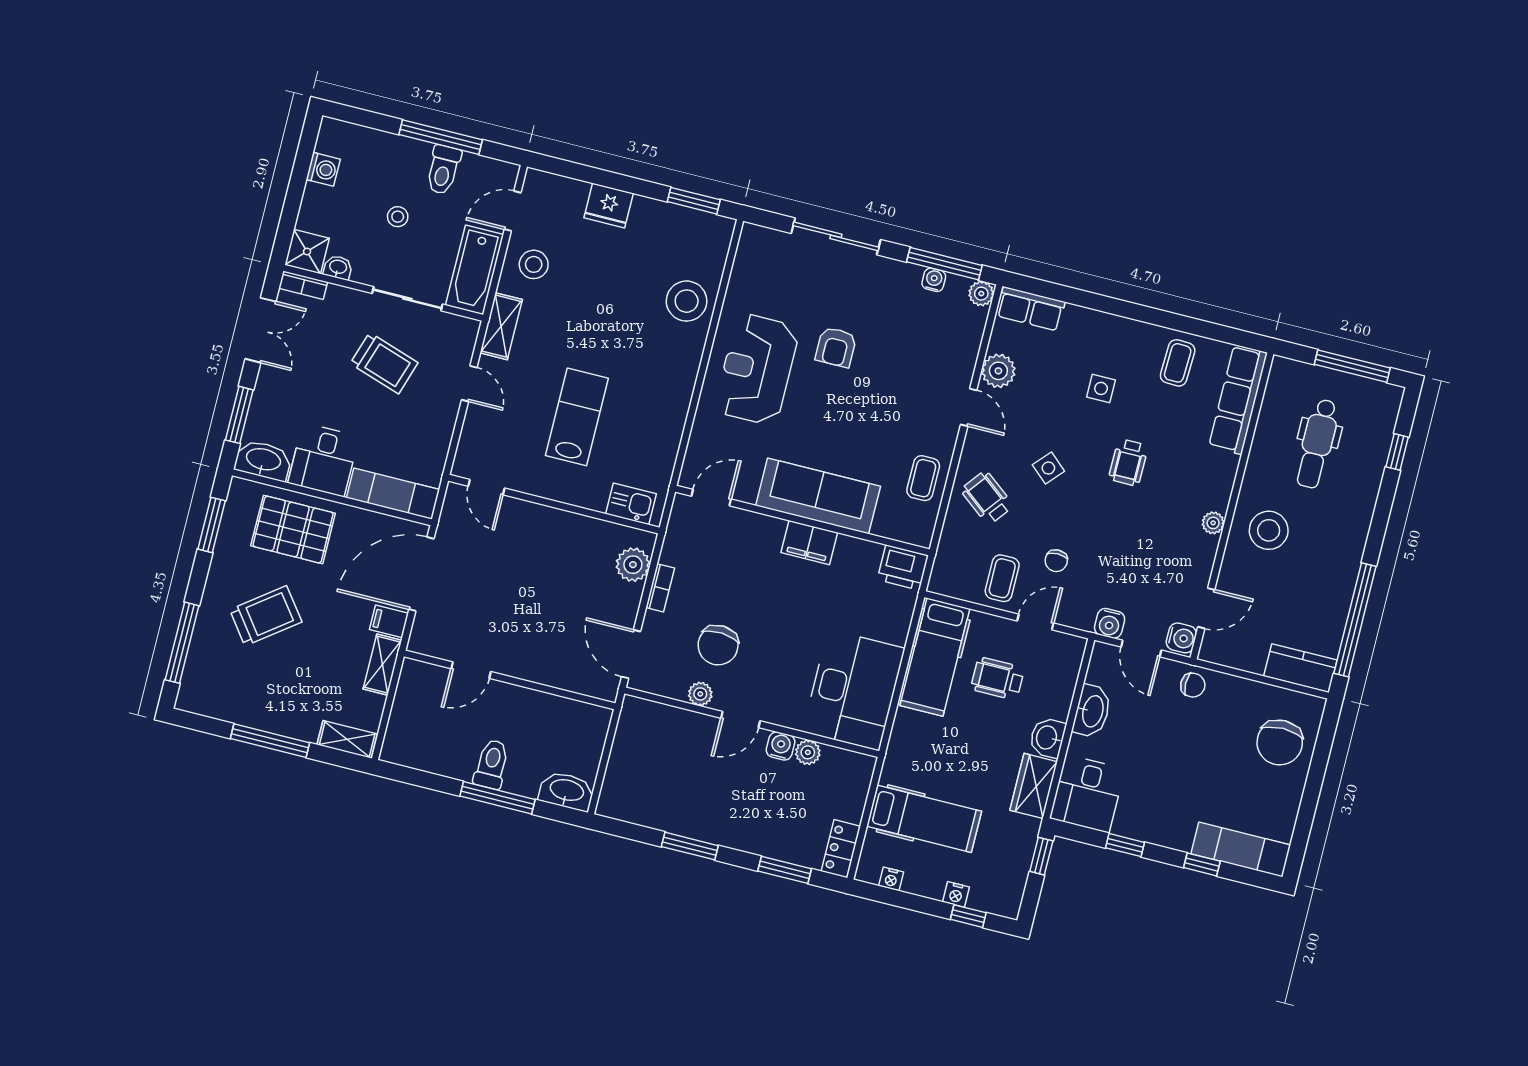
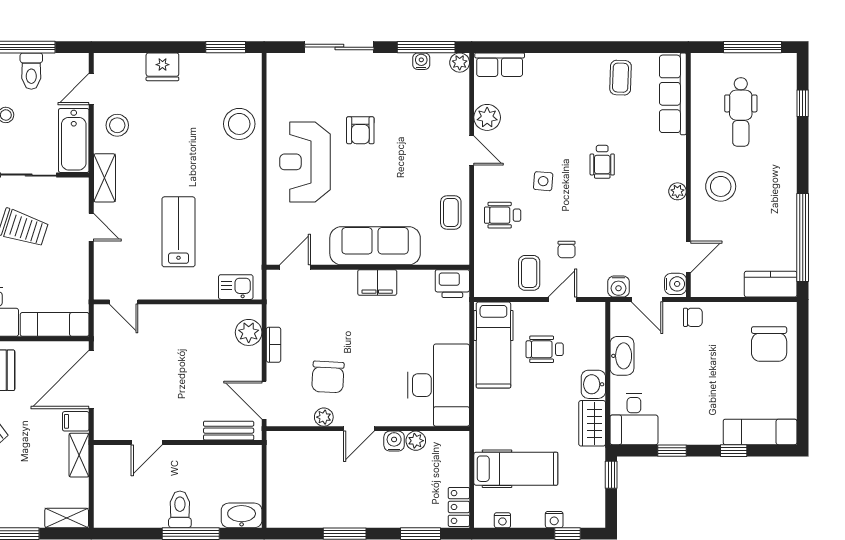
side table: (1101, 388) -> (568, 111), removed
side table: (1048, 468) -> (543, 181), turned -37
wheelchair: (987, 498) -> (503, 215), turned -38
bench: (577, 681) -> (229, 431), added

